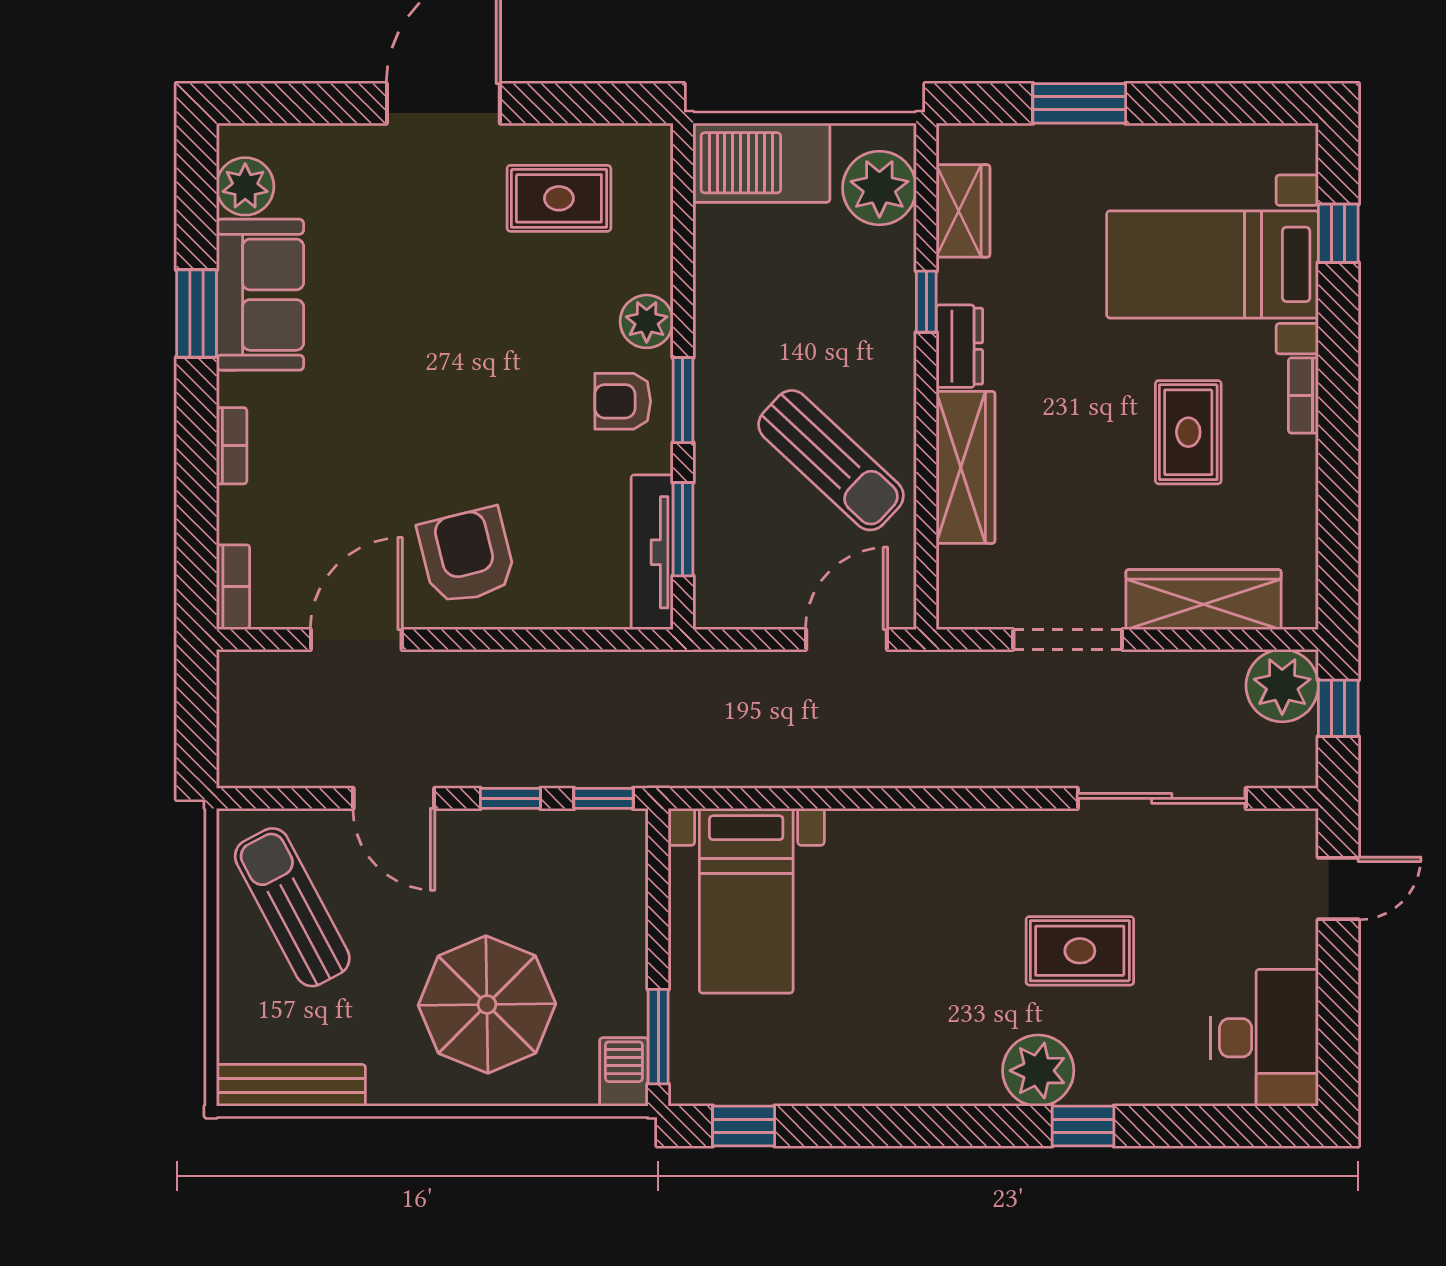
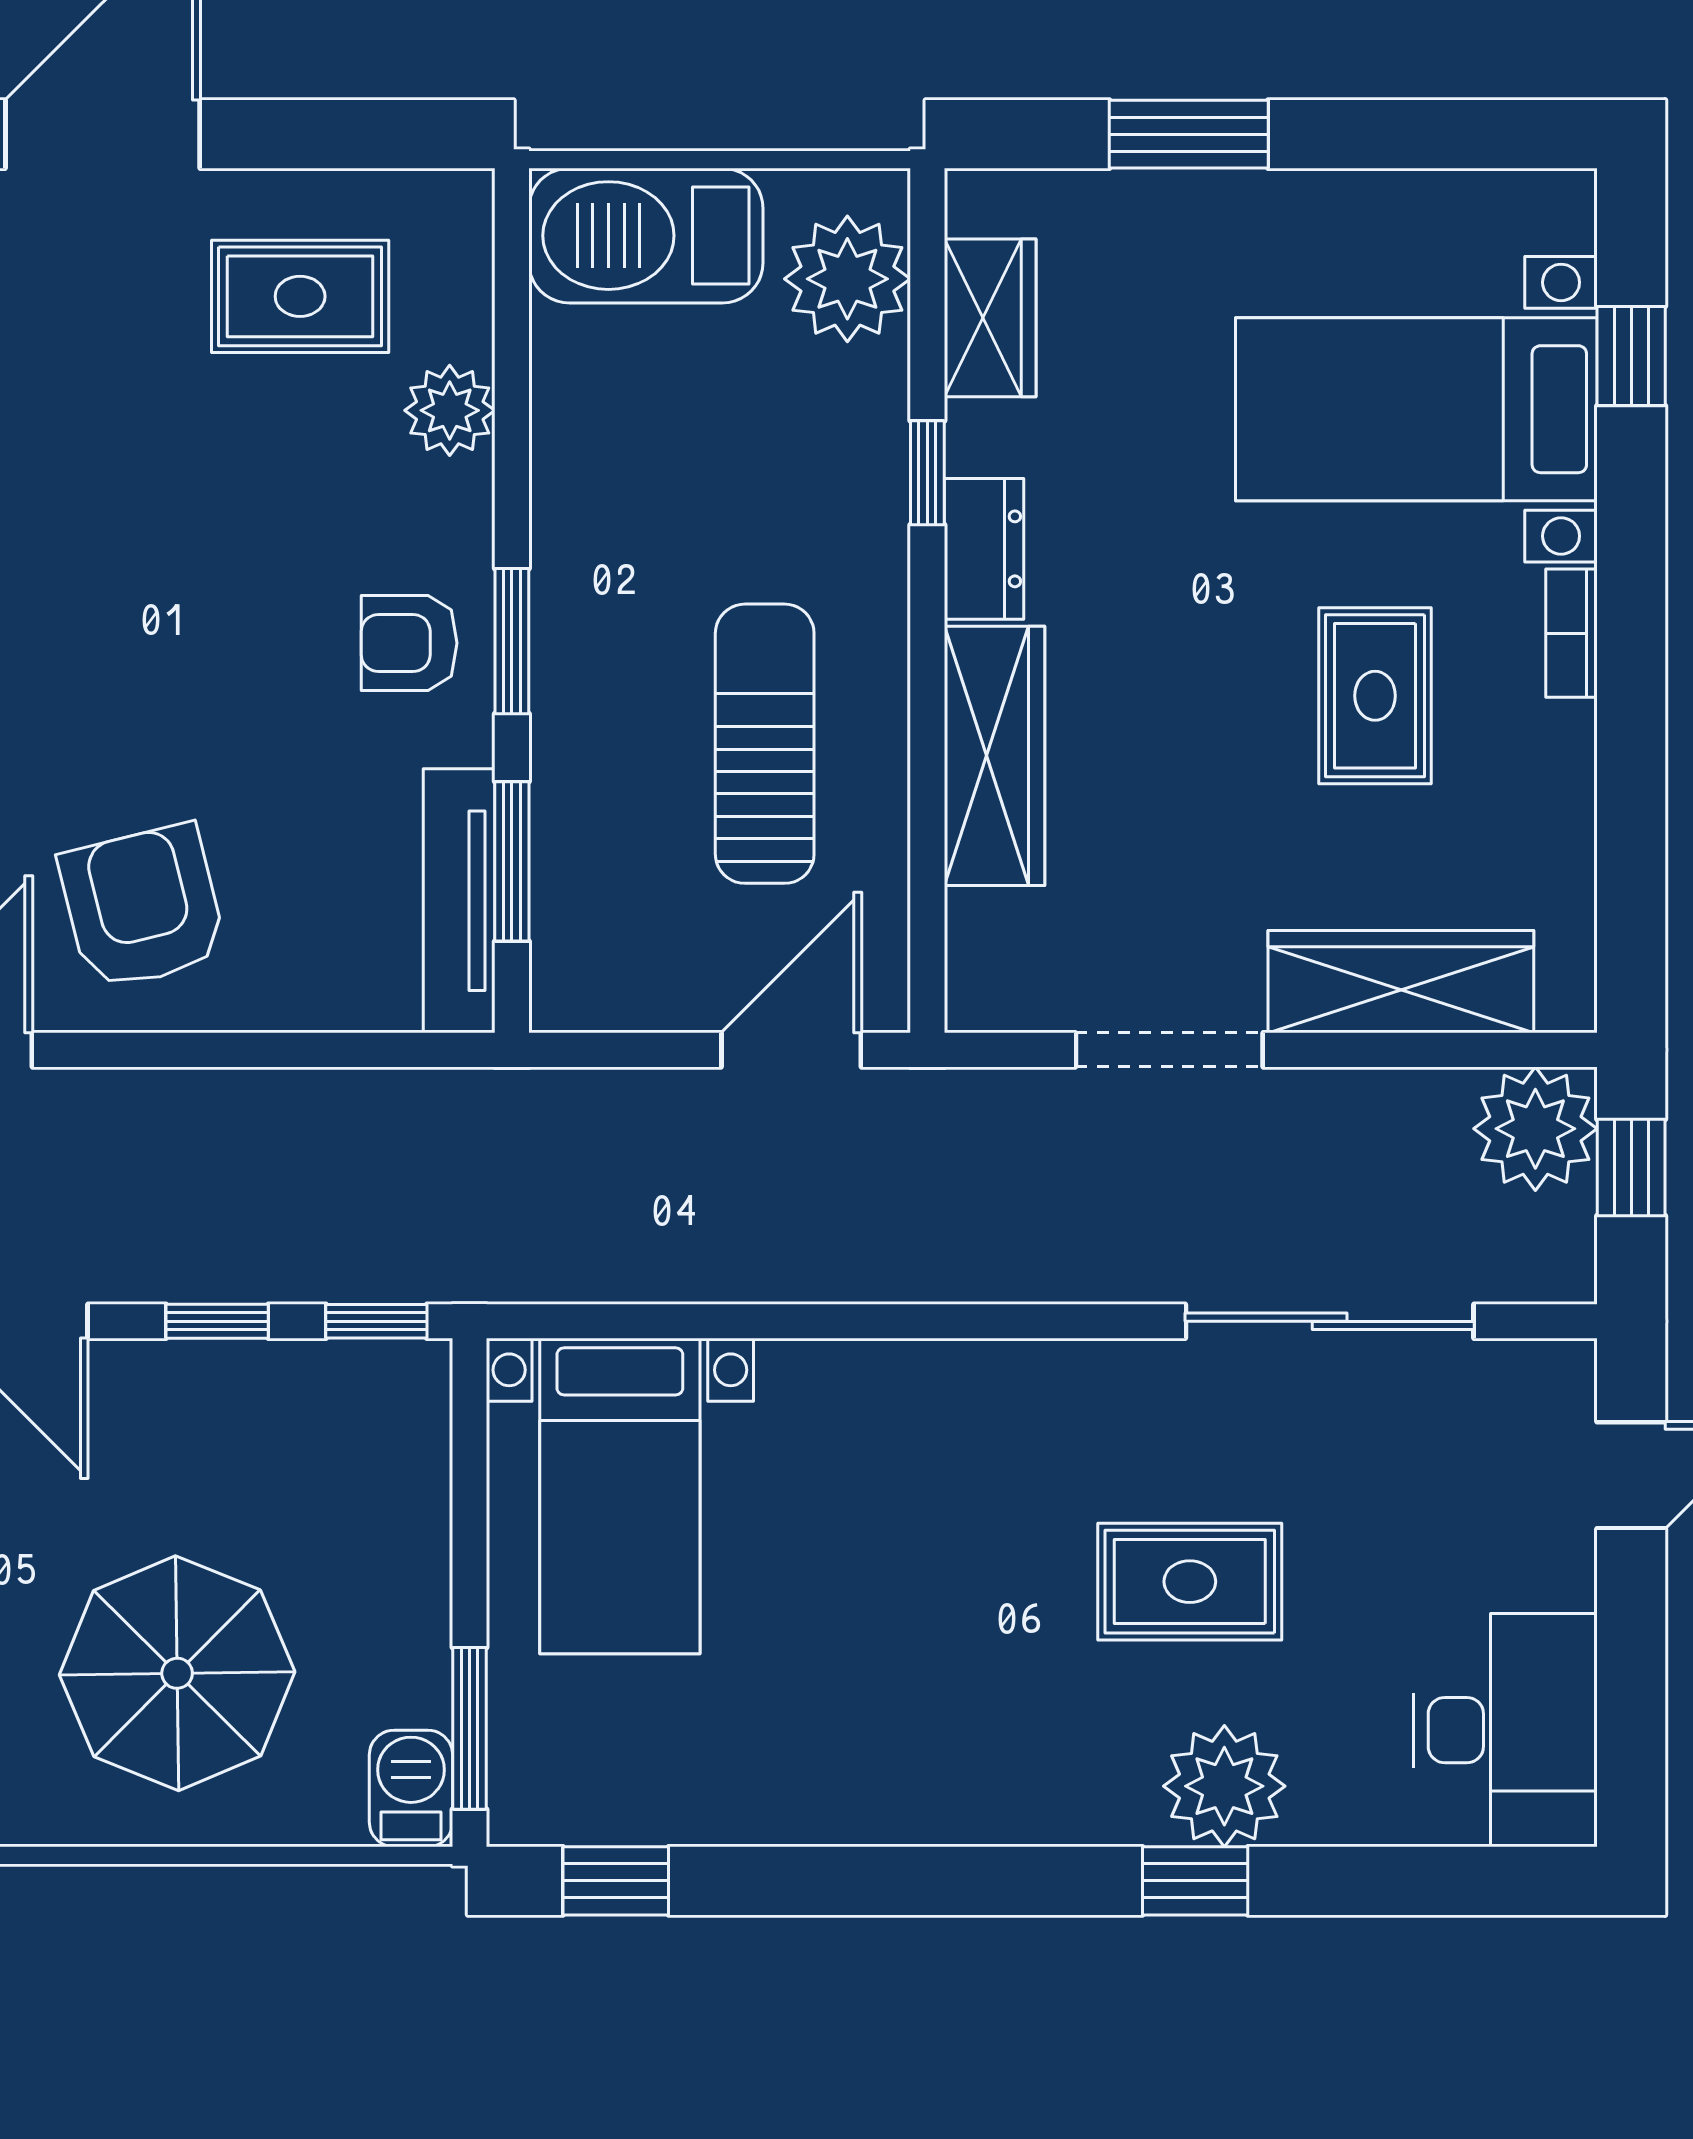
plant: (647, 321) -> (450, 410), moved
sun lounger: (831, 460) -> (765, 744), turned -133
plant: (1038, 1071) -> (1224, 1786), moved

